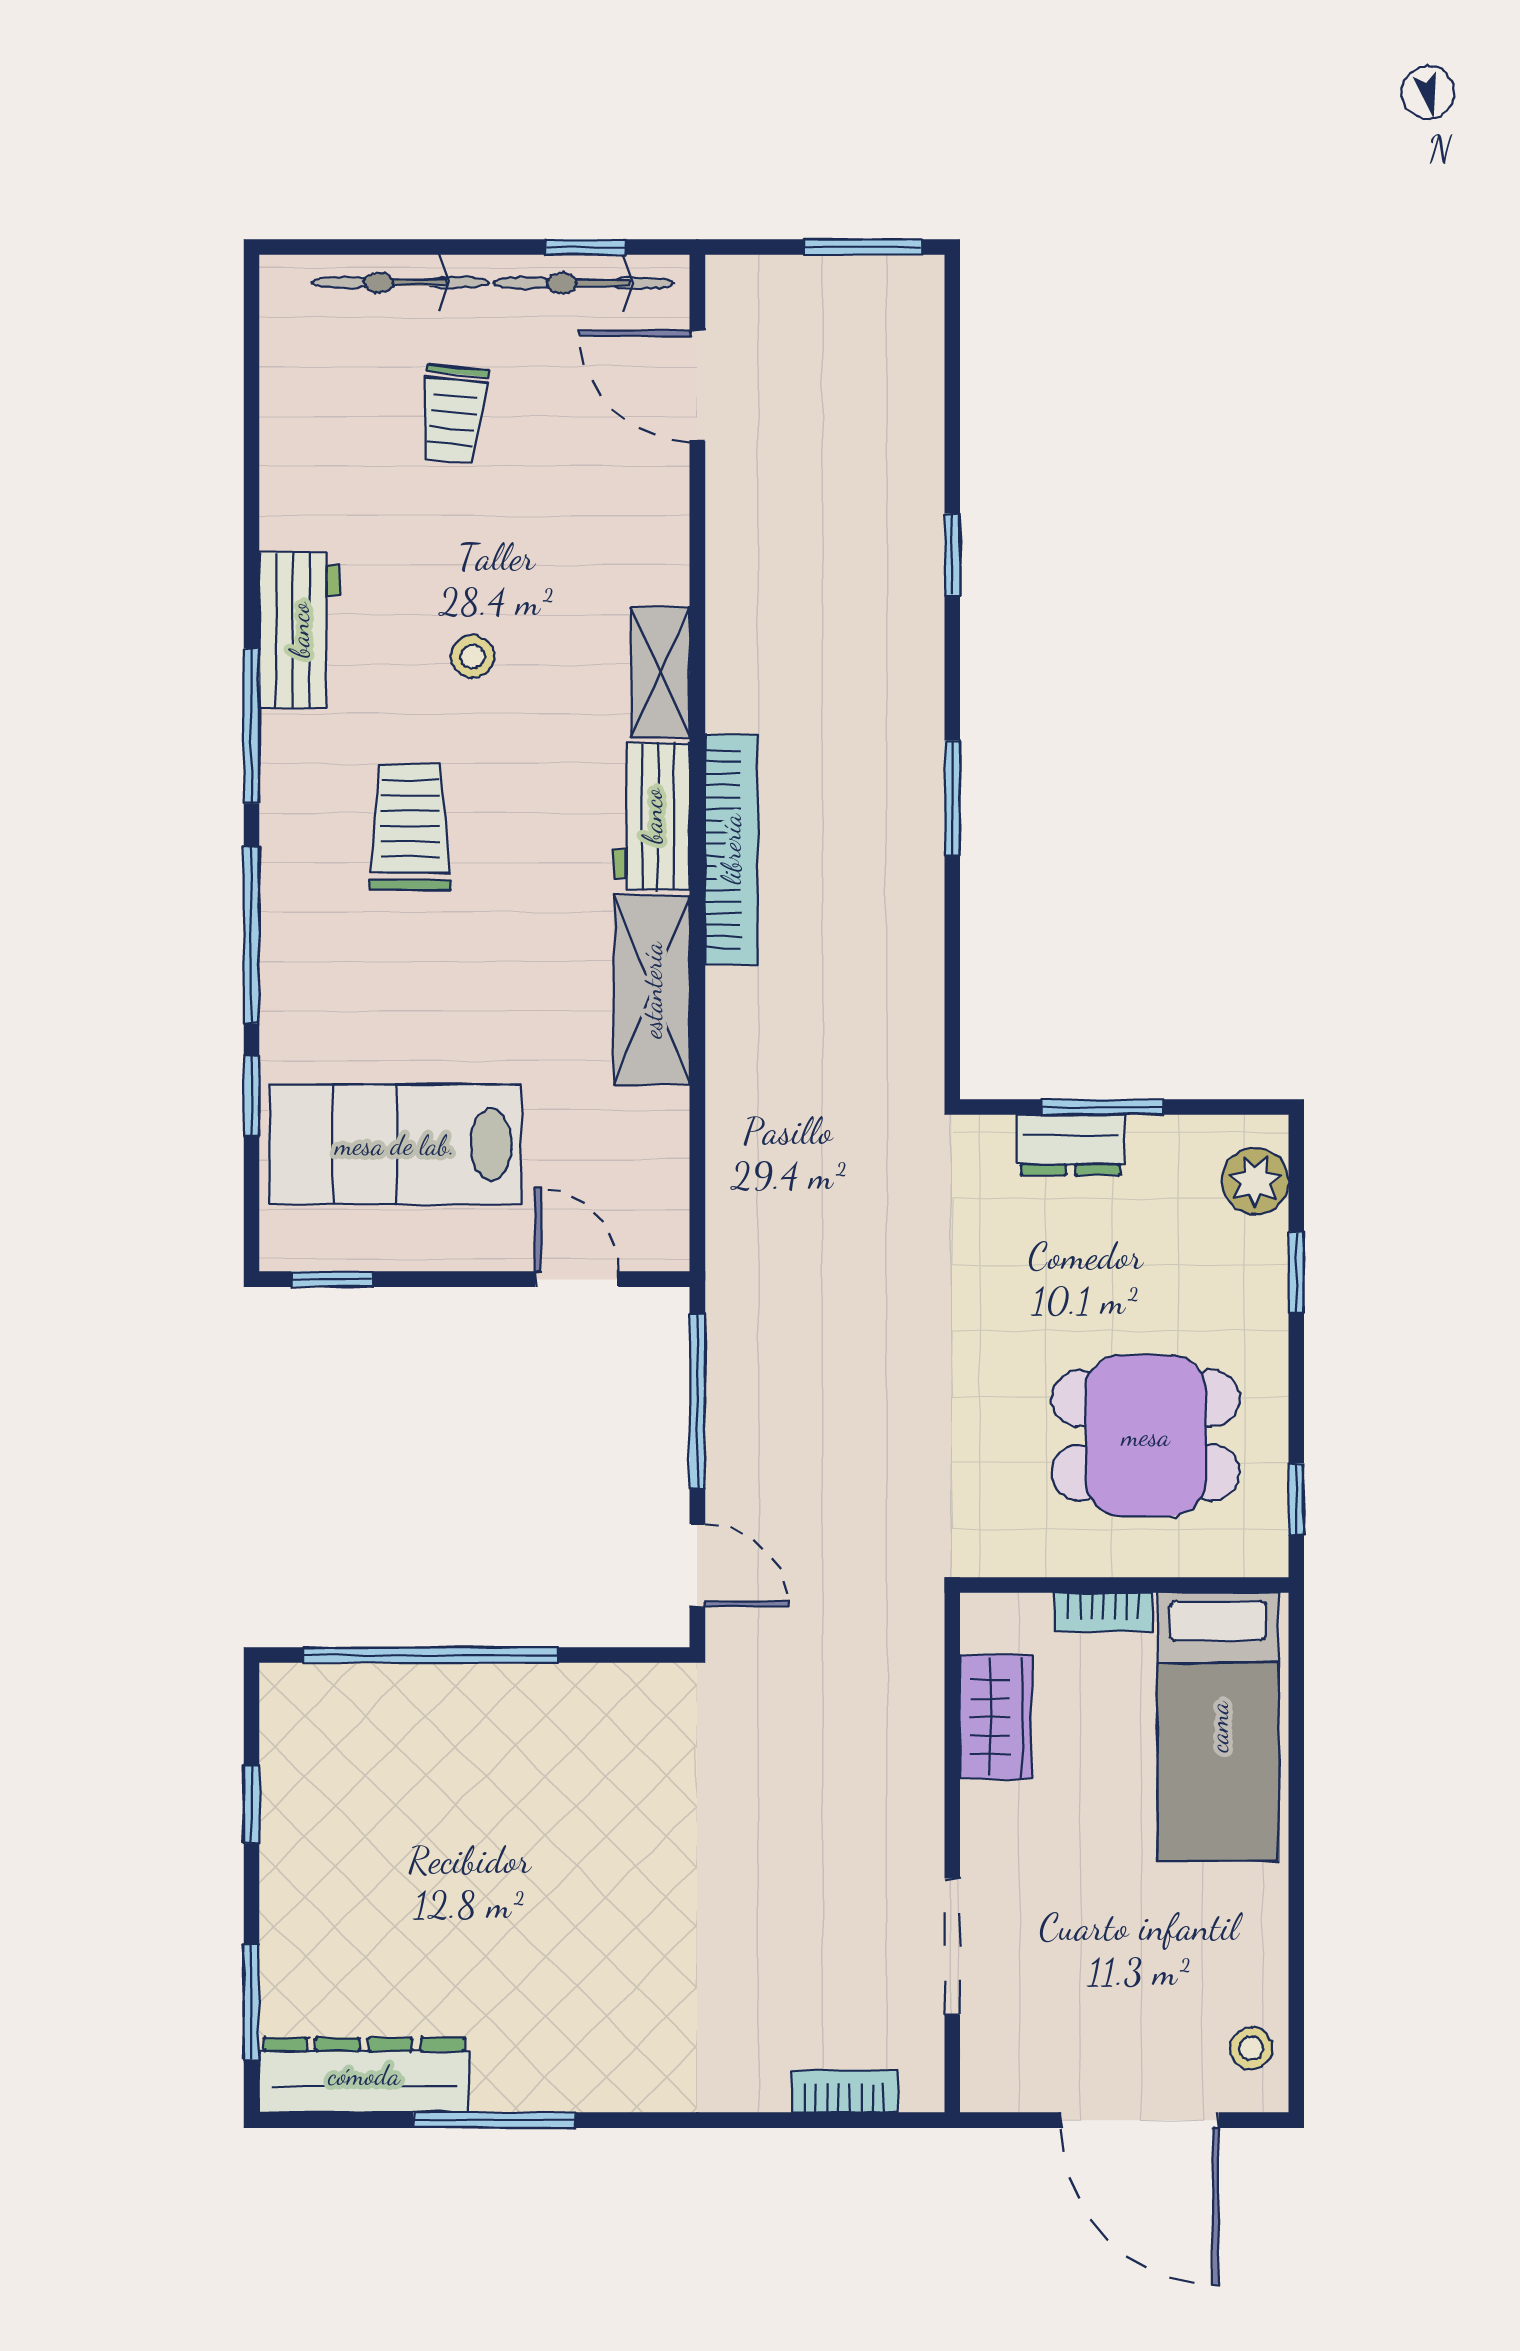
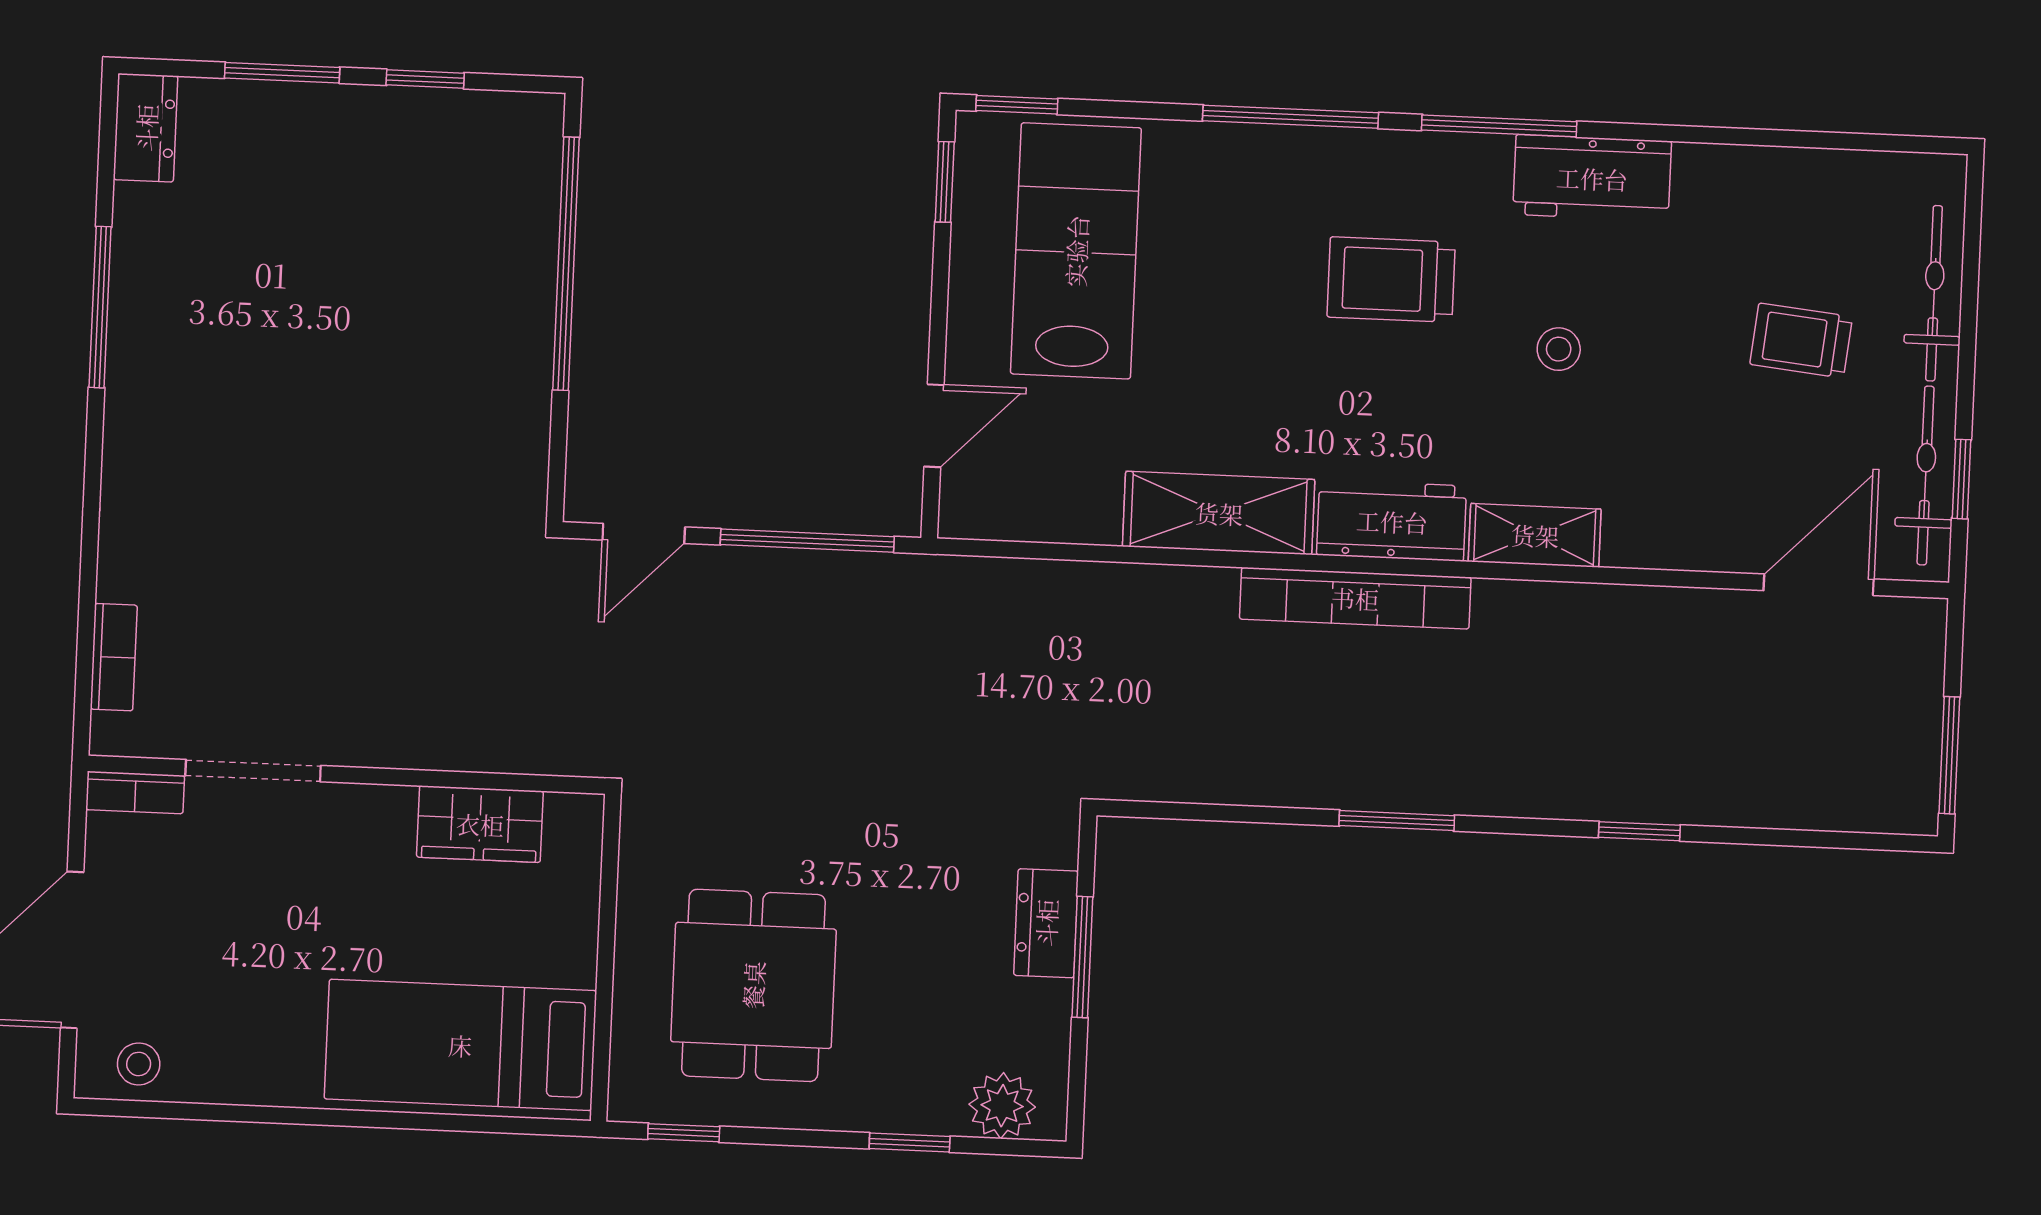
trolley: (410, 827) -> (1391, 280), turned 180
window: (251, 1096) -> (1017, 105), moved
bookcase: (1104, 1612) -> (135, 793), moved, turned -90
window: (251, 2003) -> (282, 73), moved
dresser: (364, 2075) -> (146, 128), width x0.51, depth x0.80

